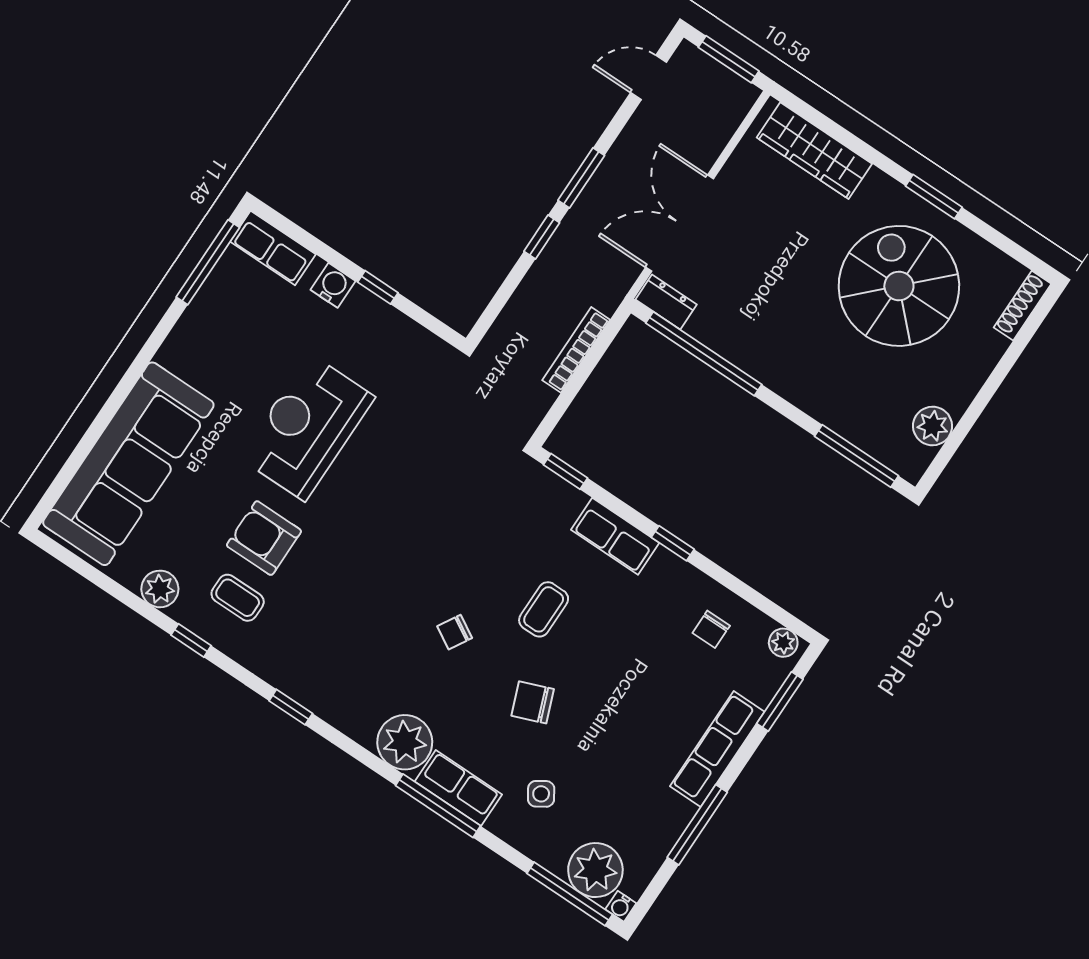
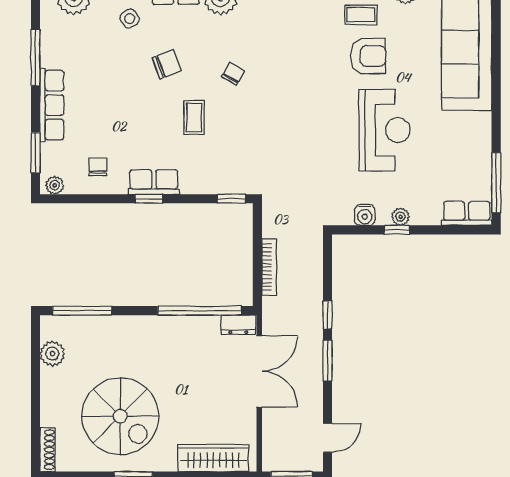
water cooler: (333, 285) -> (365, 215), moved
plant: (362, 301) -> (400, 217), added
row of seats: (615, 536) -> (154, 182), moved

